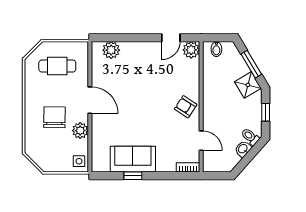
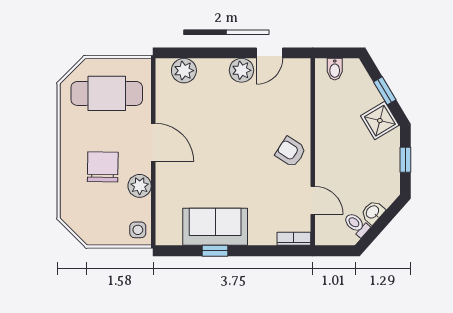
plant: (191, 50) -> (241, 70), moved
window: (251, 64) -> (385, 91), width x0.67
cafe table: (57, 66) -> (107, 93), width x1.37, depth x1.35
toilet: (250, 137) -> (357, 225), moved

